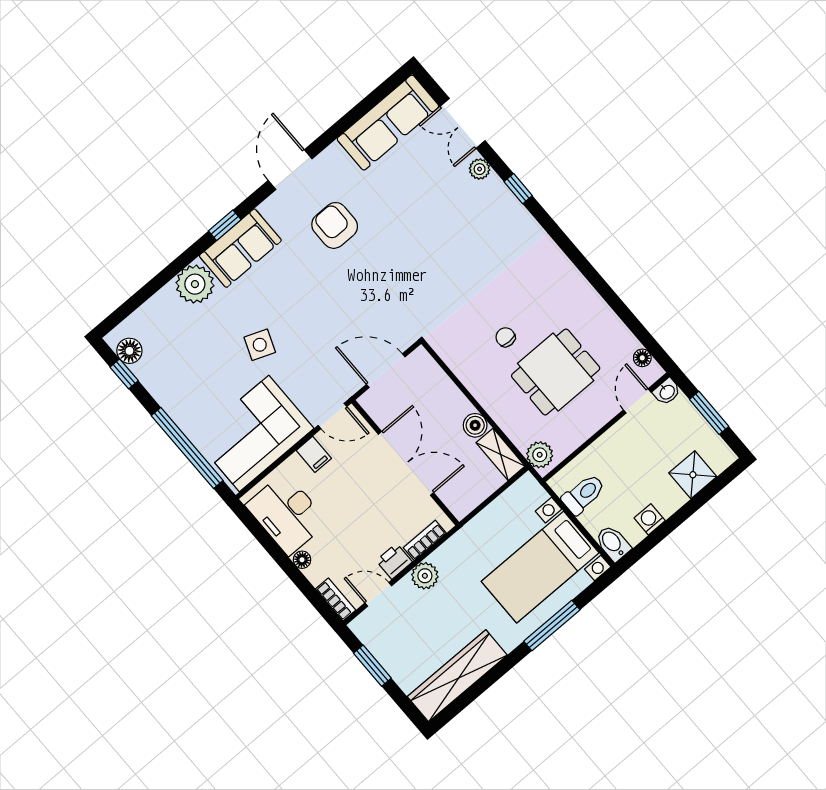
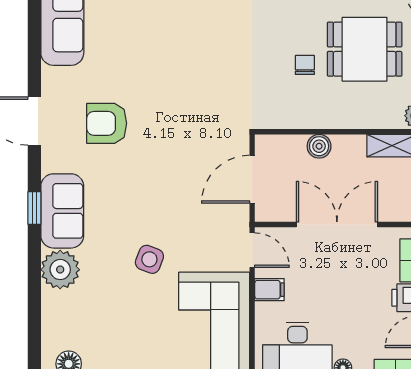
chair: (505, 337) -> (305, 65), turned 90
dining table: (556, 372) -> (365, 49), turned 90
door: (332, 416) -> (252, 250), hinge flipped
boiler: (475, 425) -> (319, 146), moved

